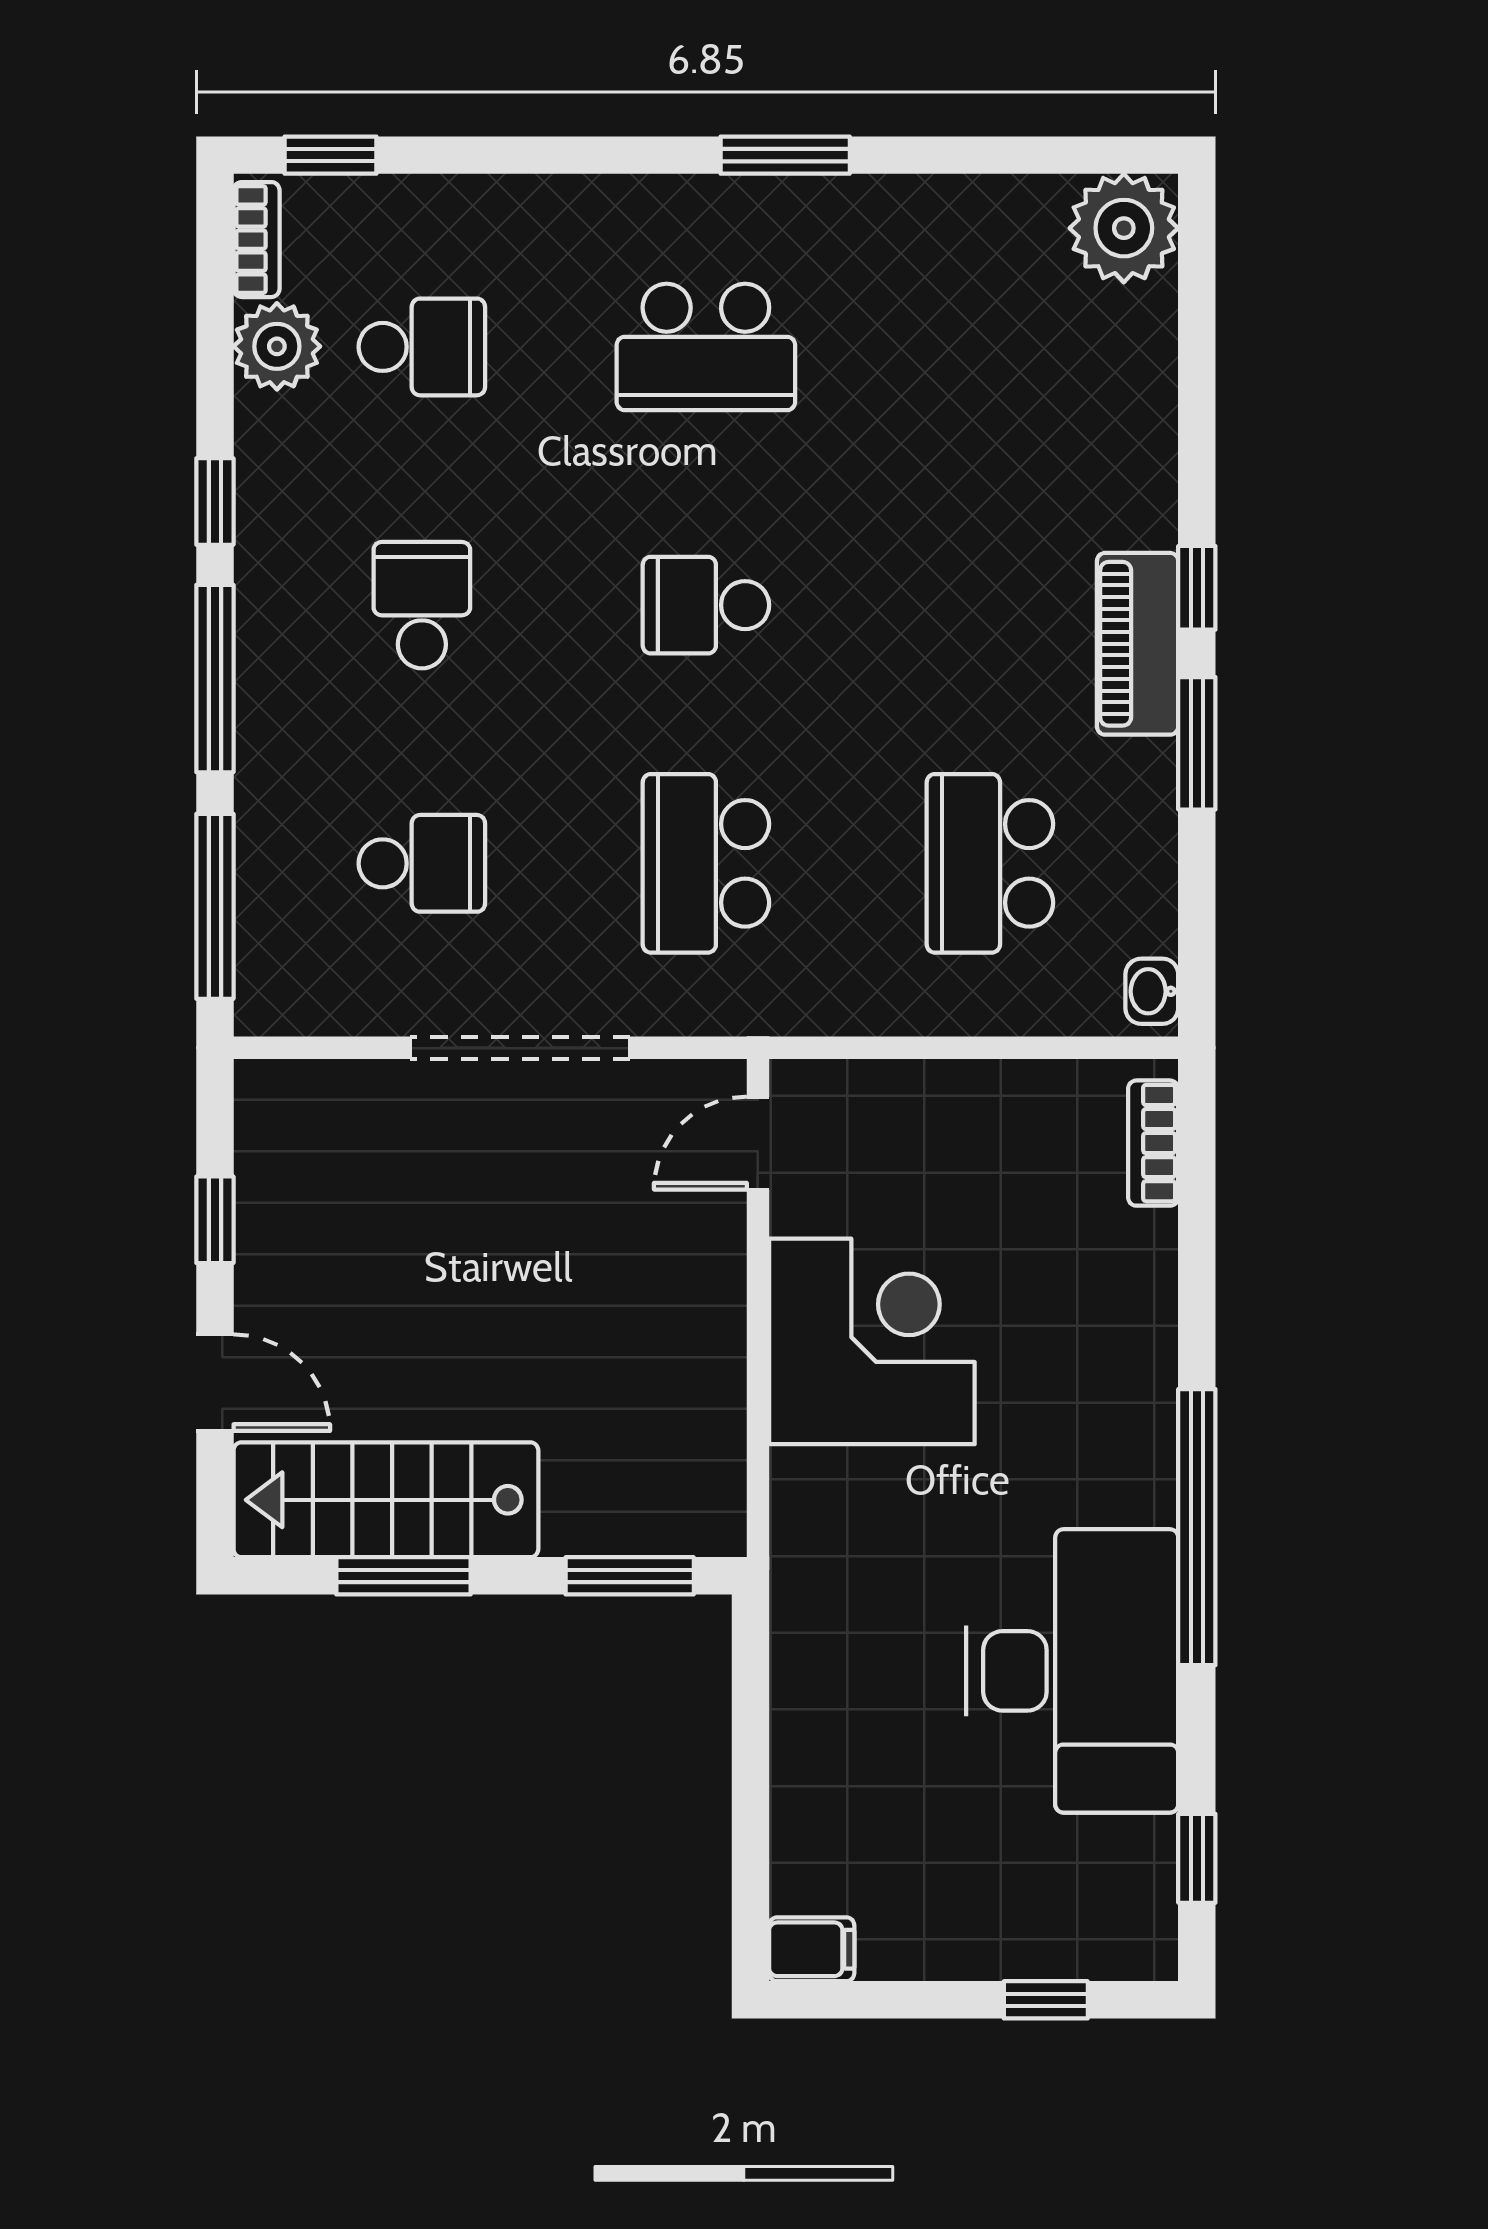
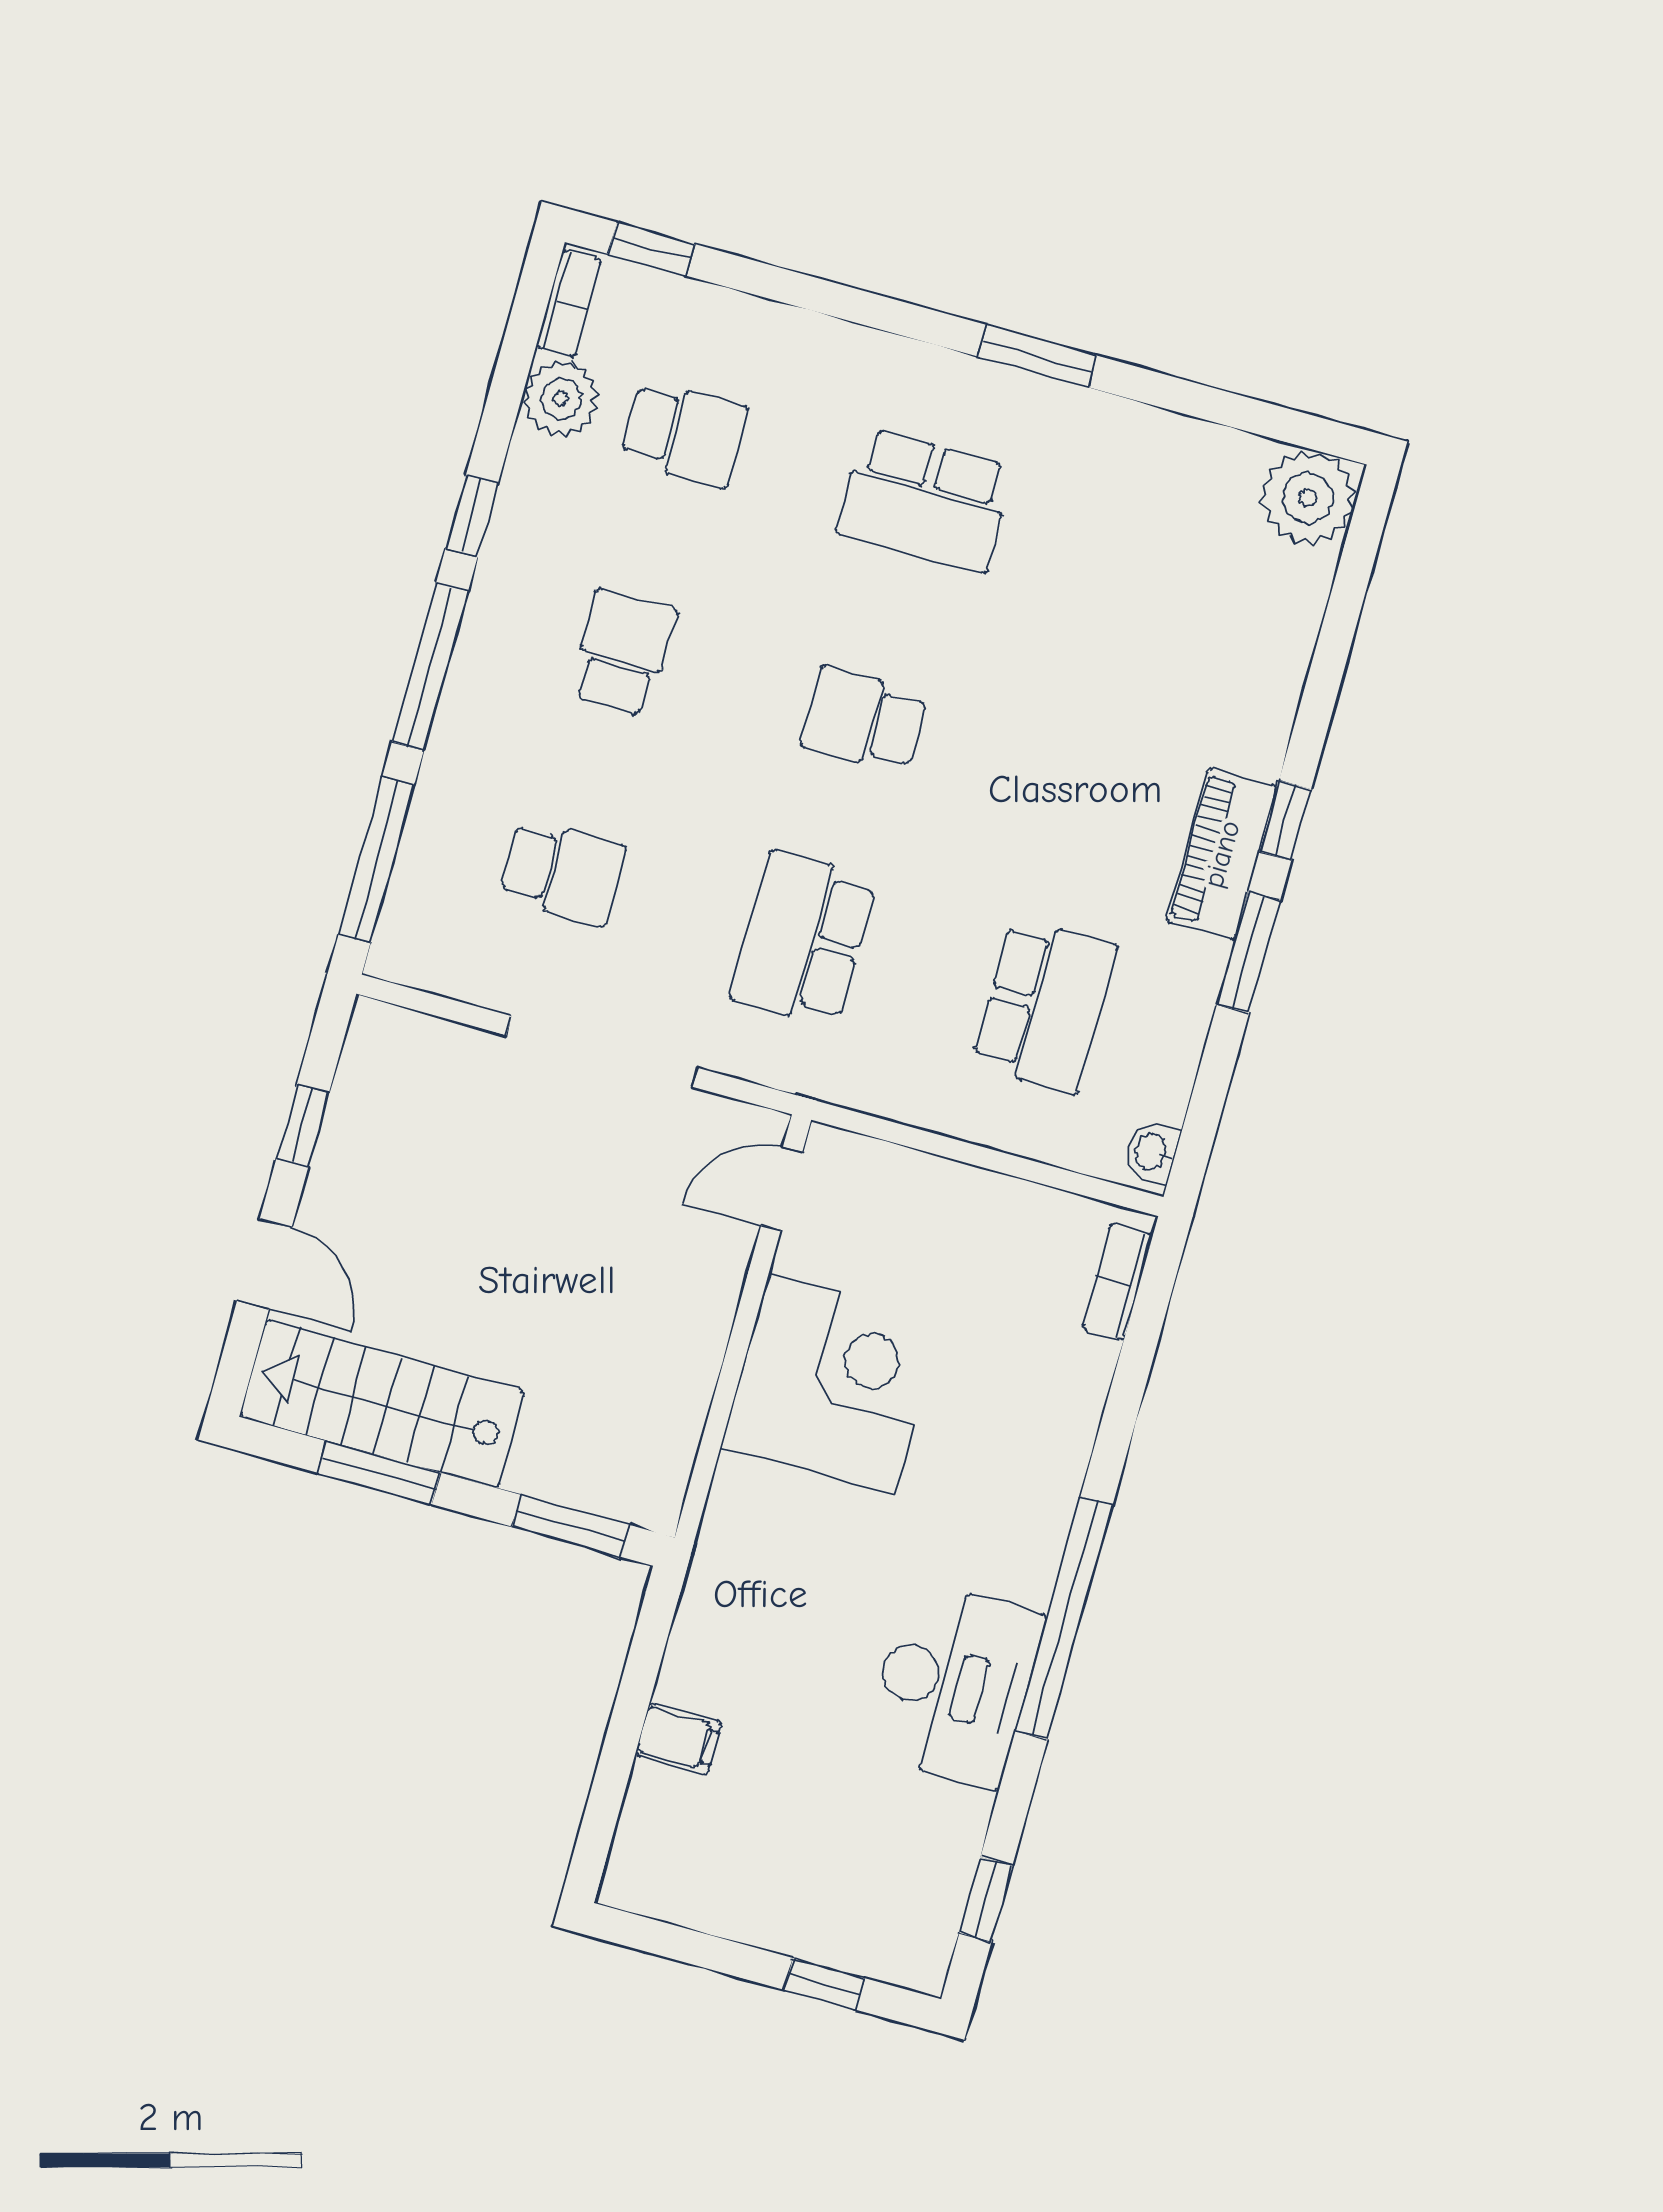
school desk: (990, 863) -> (1045, 1006), turned 180
desk: (1072, 1671) -> (954, 1684), width x0.73, depth x0.77
filing cabinet: (812, 1949) -> (678, 1738), moved

